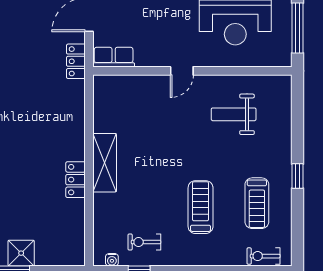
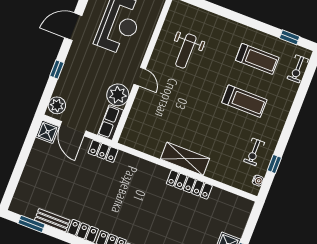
plant: (150, 53) -> (118, 95), added
window: (297, 176) -> (290, 37), moved
locker: (76, 180) -> (189, 185), width x1.53
treadmill: (201, 207) -> (244, 101), turned 180

